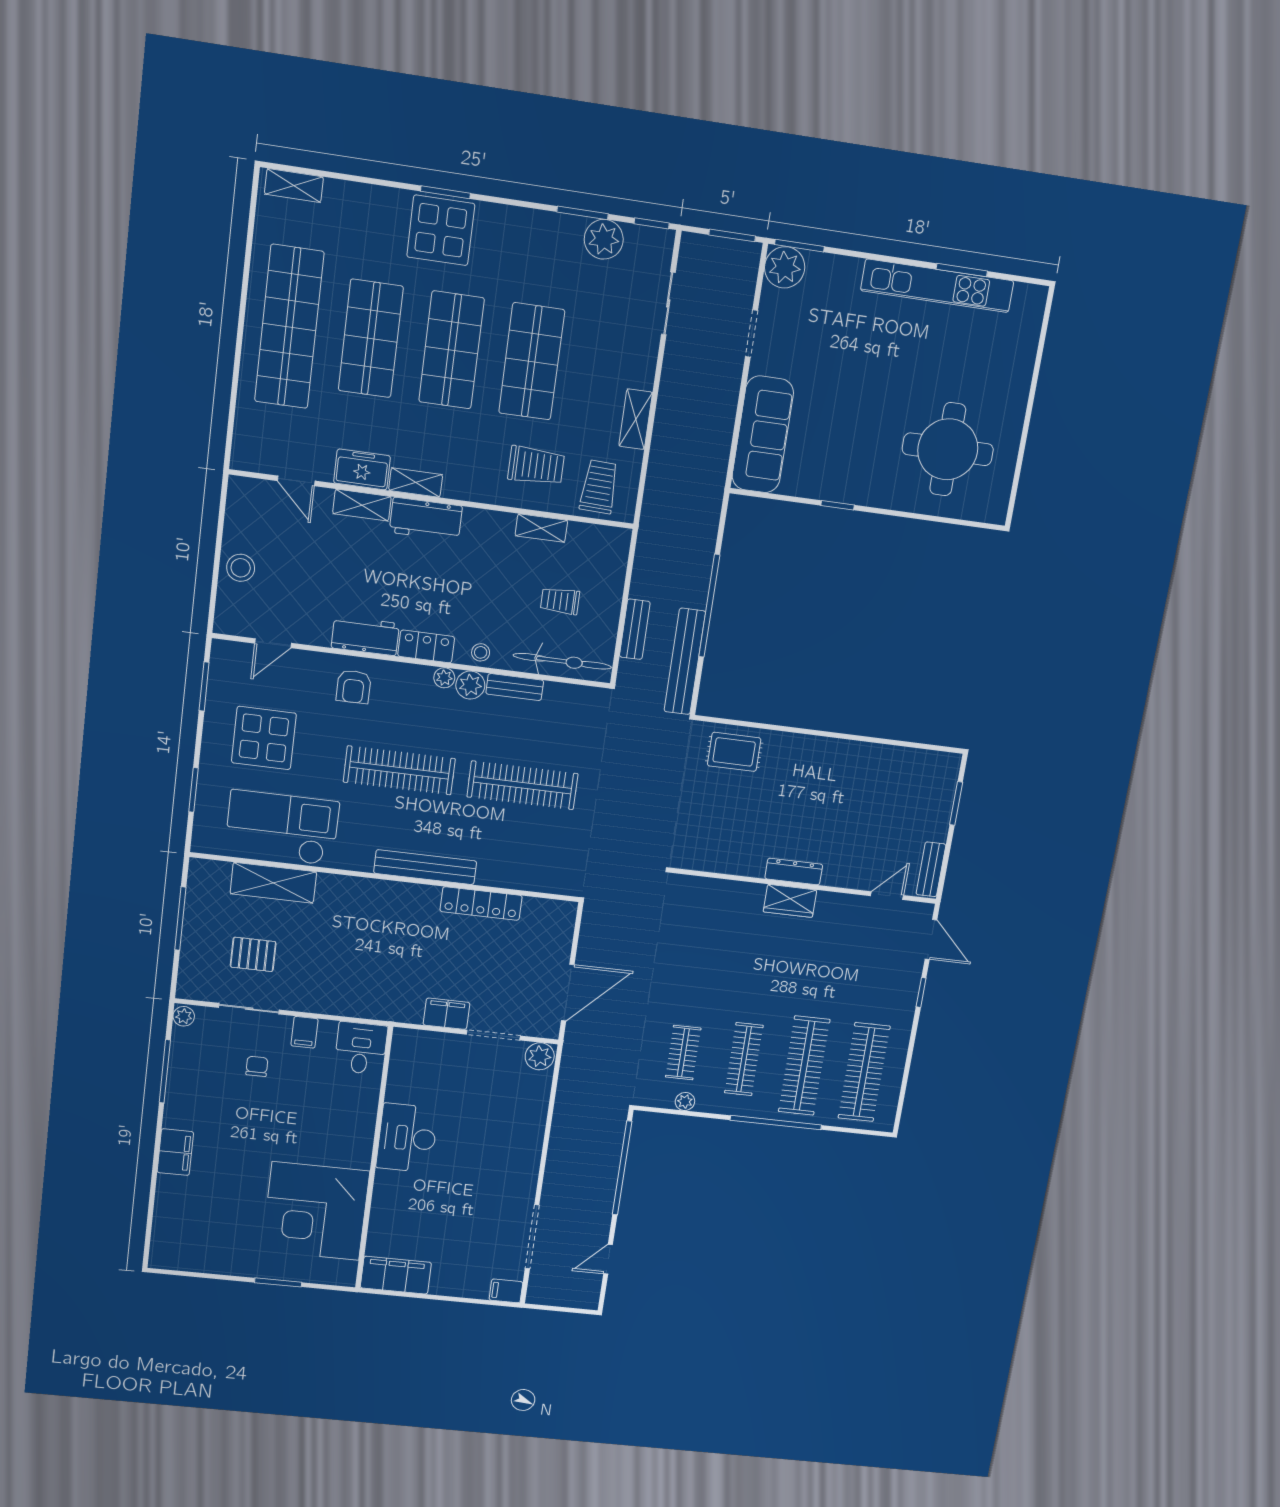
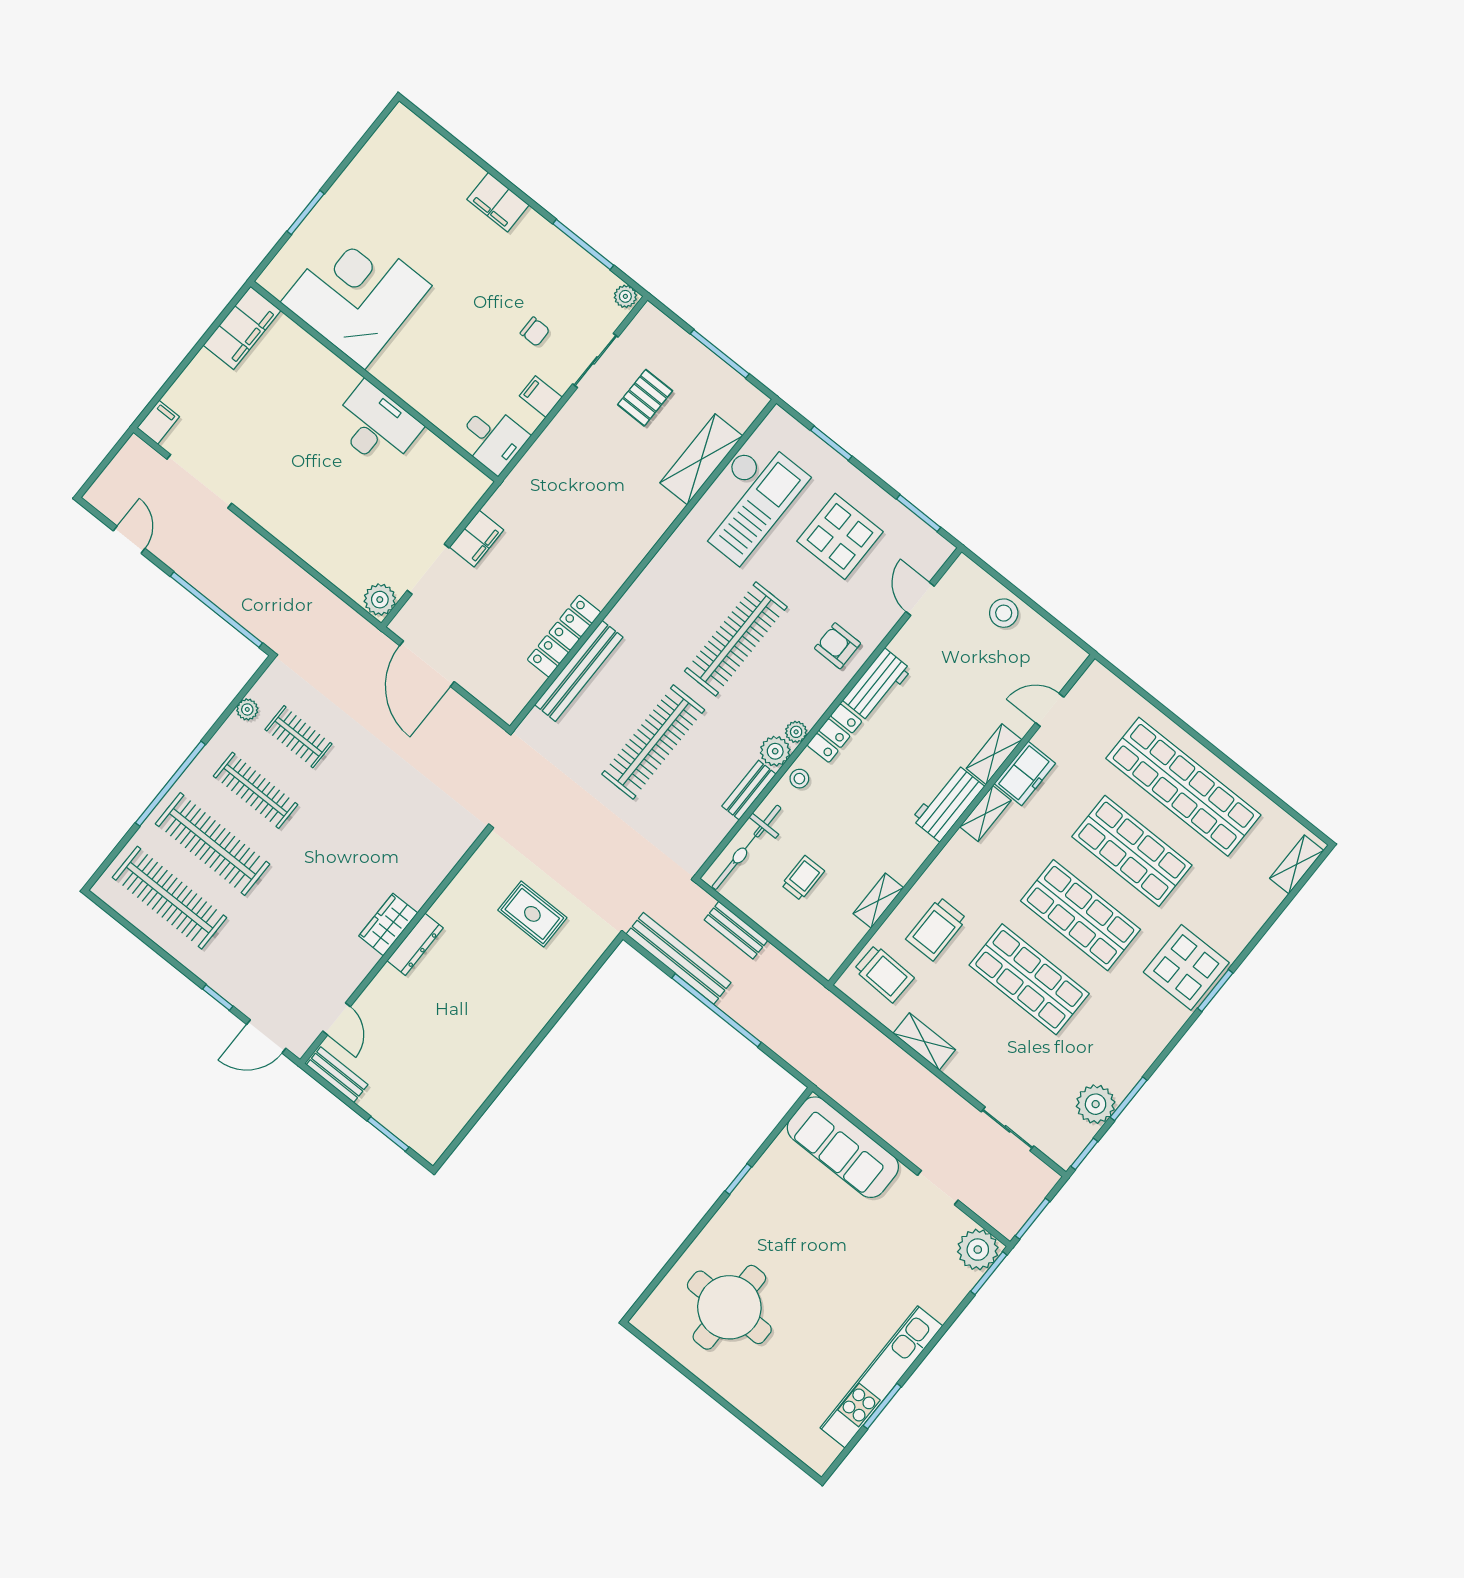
rug: (734, 752) -> (532, 914), moved, turned 90
bench: (425, 867) -> (579, 671), moved

